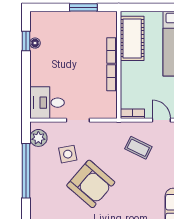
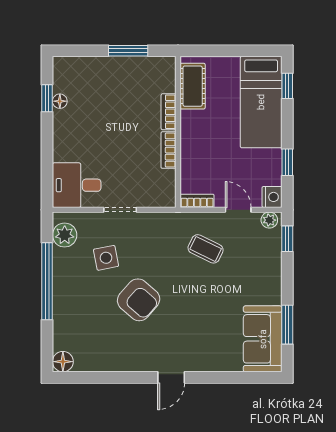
cot: (132, 38) -> (193, 86), width x0.73, depth x0.75
armchair: (91, 184) -> (139, 300), width x0.73, depth x0.73

